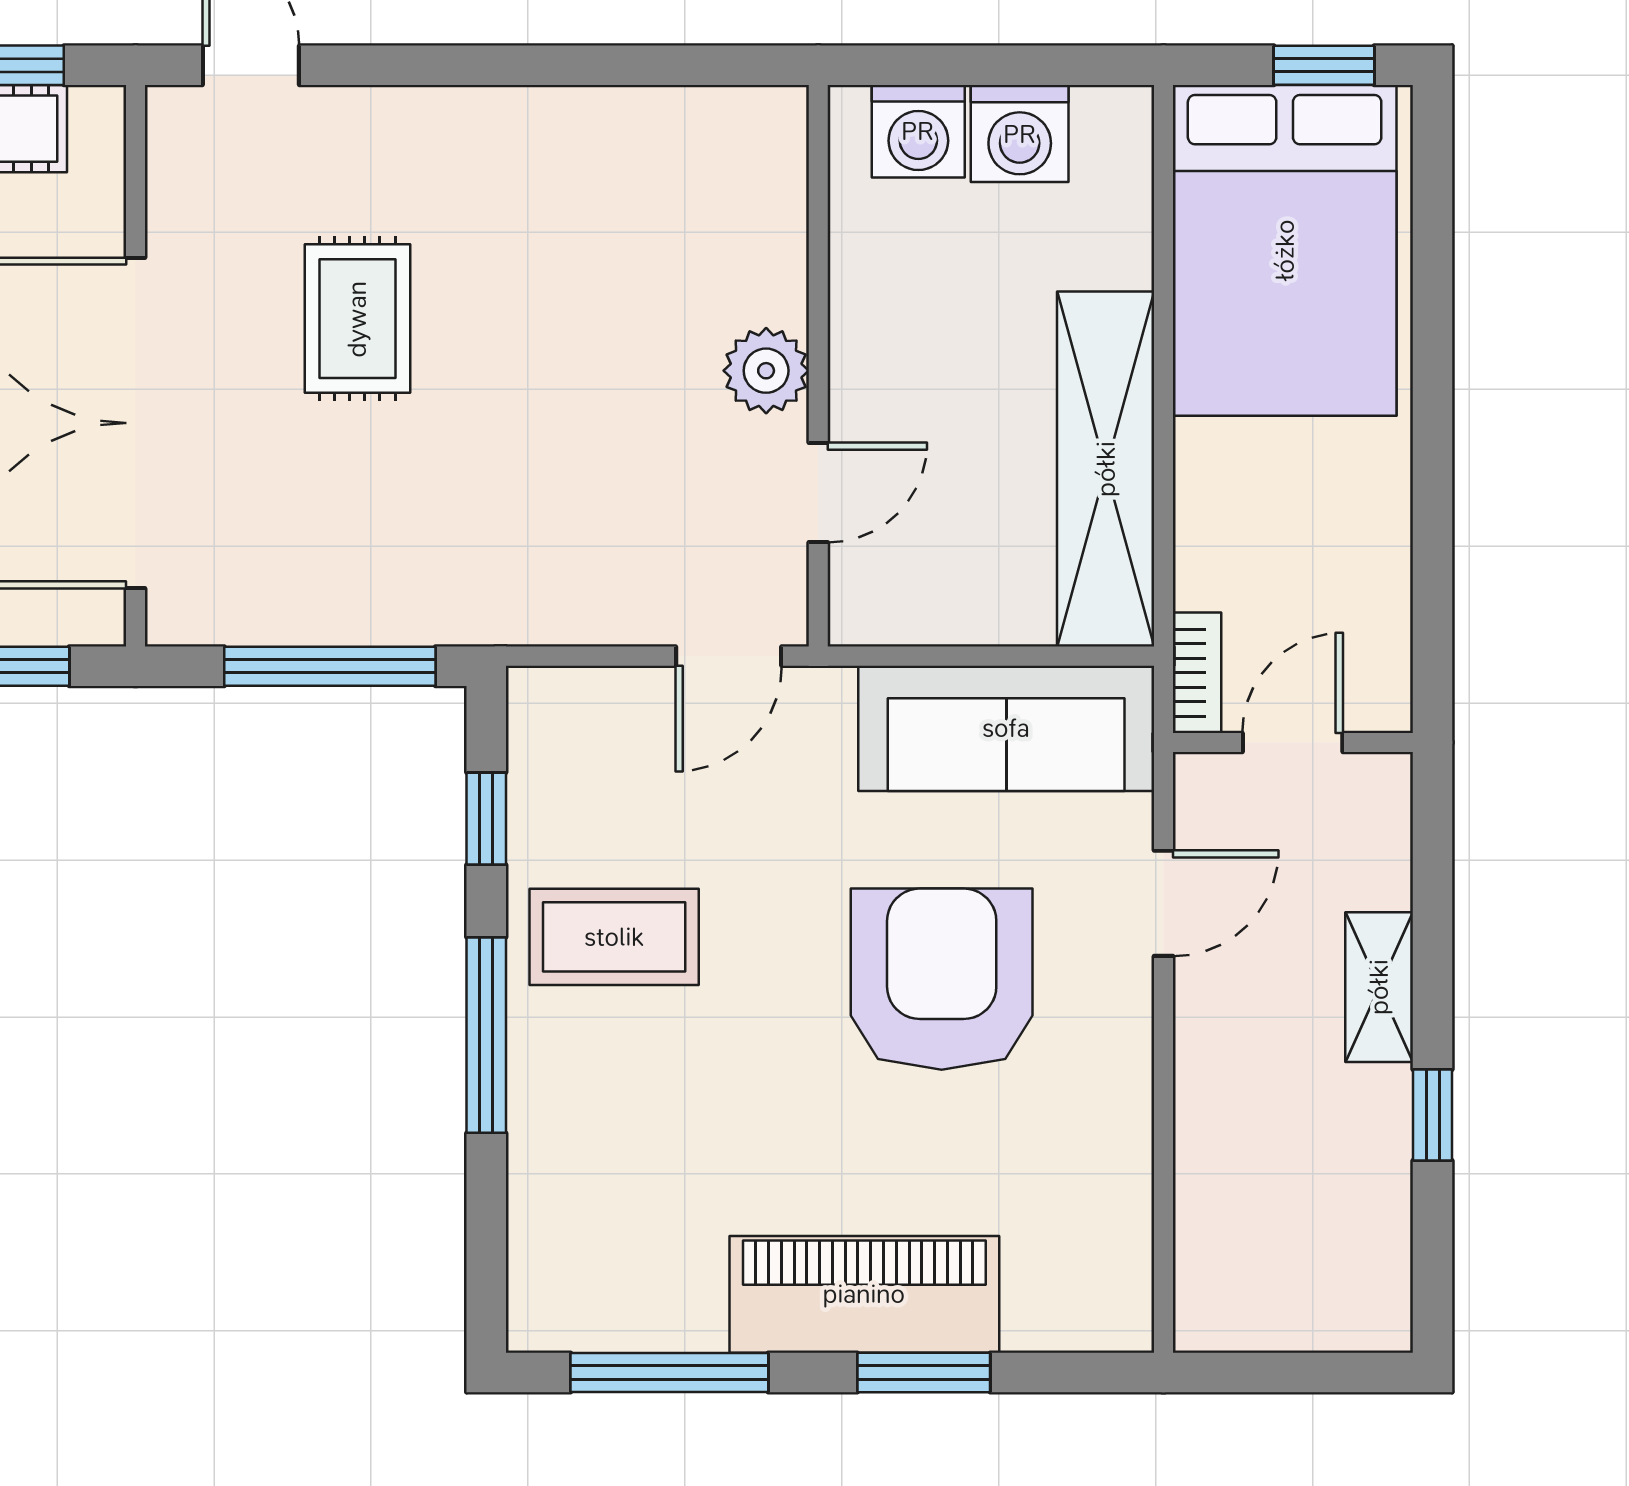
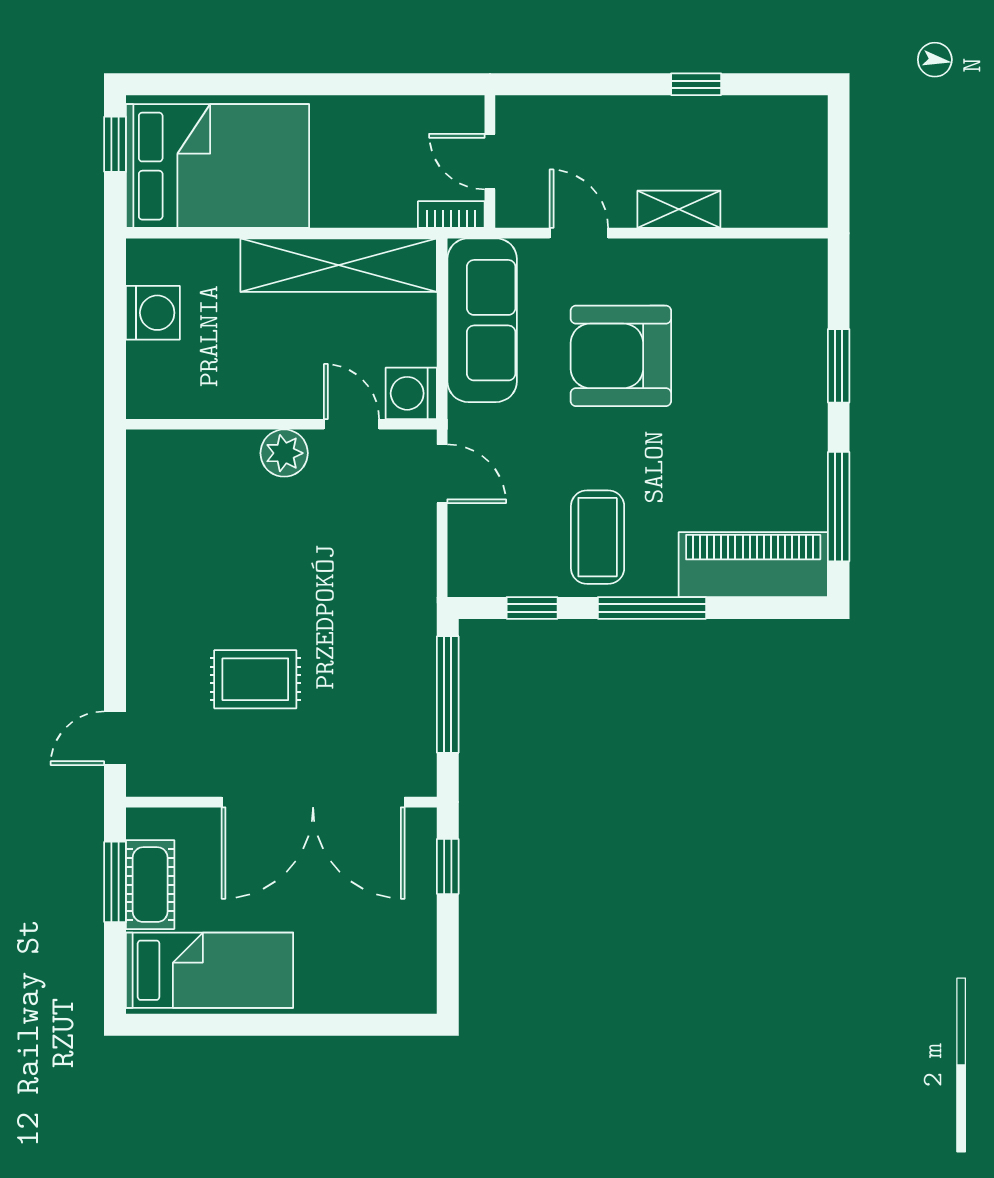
washing machine: (918, 131) -> (411, 393), moved, turned 180
shelving: (1379, 987) -> (679, 209), moved
piano: (864, 1294) -> (753, 565), moved, turned 90

